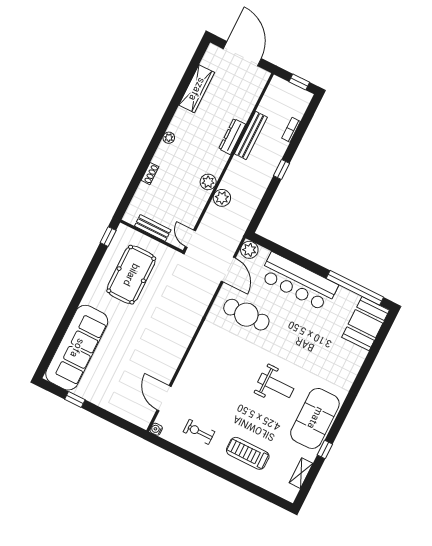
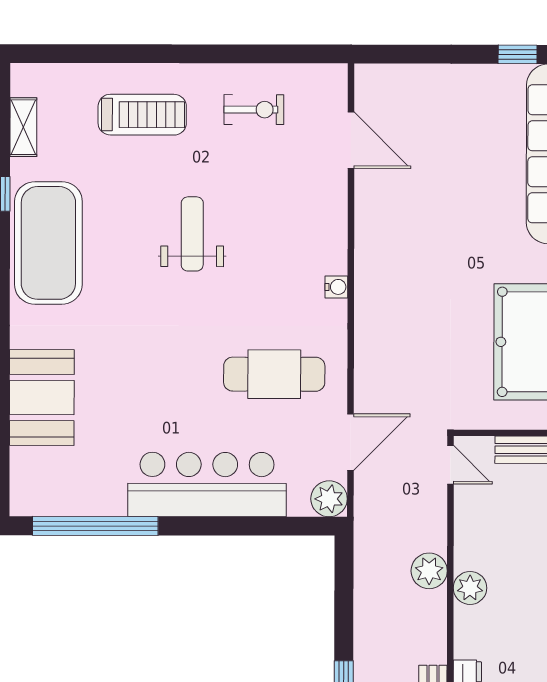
door: (228, 269) -> (350, 442), swing flipped
booth: (366, 324) -> (42, 398), moved
weight bench: (276, 385) -> (192, 234), moved, turned 90
water cooler: (156, 429) -> (336, 287), moved

